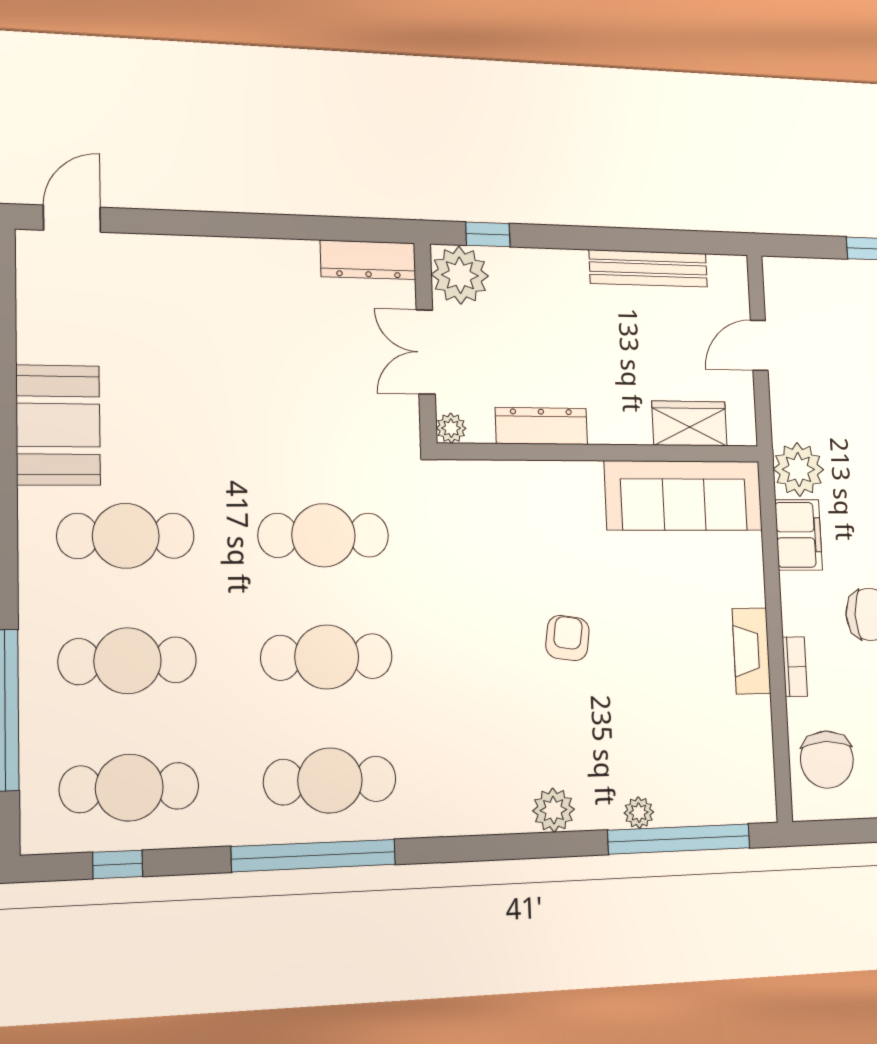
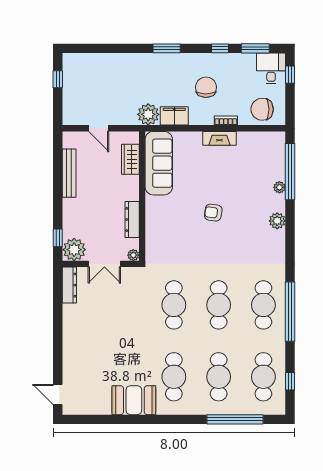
chair: (827, 760) -> (262, 109), turned 180

